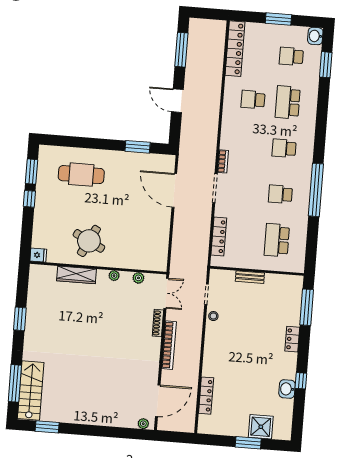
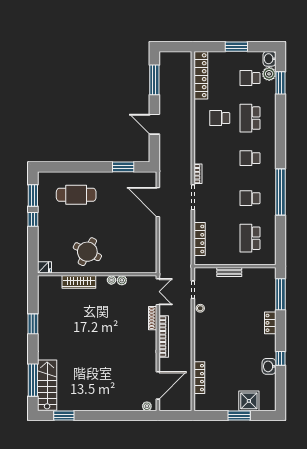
plant: (313, 53) -> (269, 74), added
plant: (138, 278) -> (122, 280), moved

